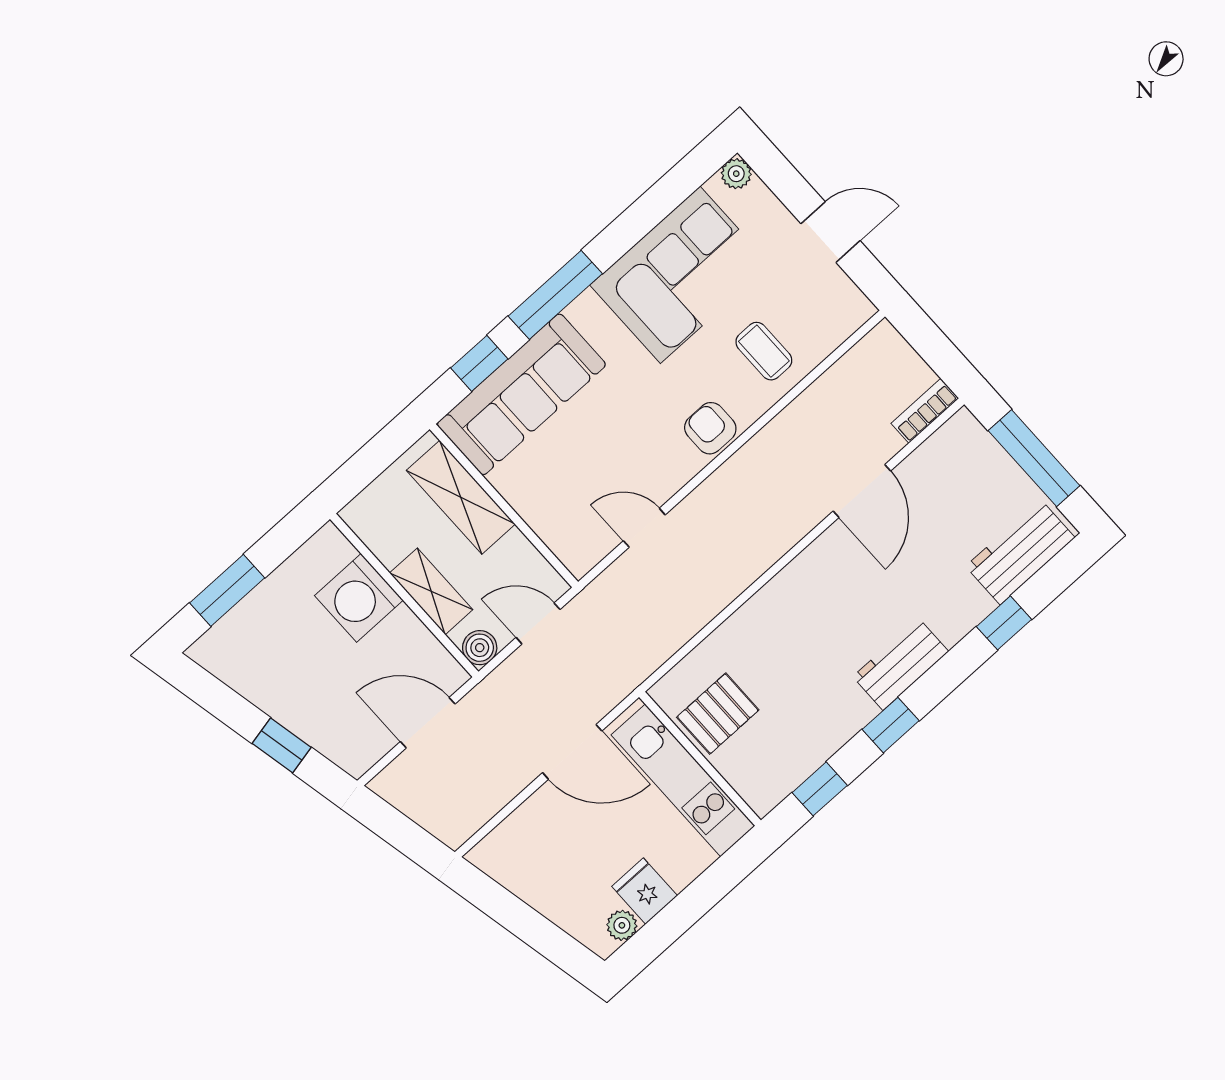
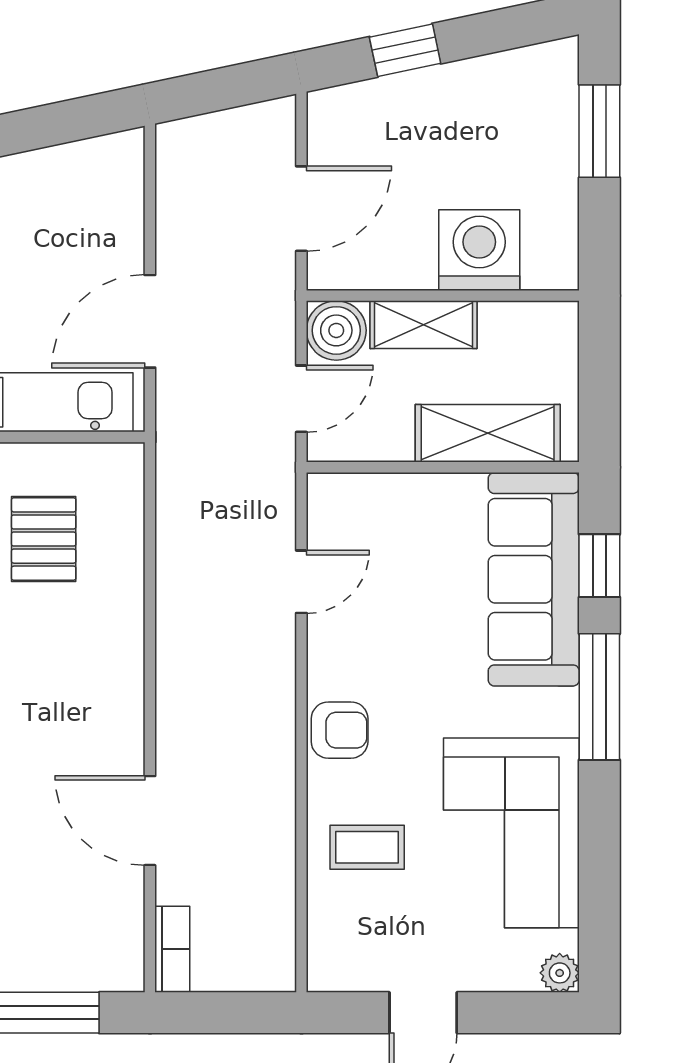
boiler: (480, 648) -> (336, 330), width x1.36, depth x1.36
pallet: (718, 714) -> (44, 539), moved

